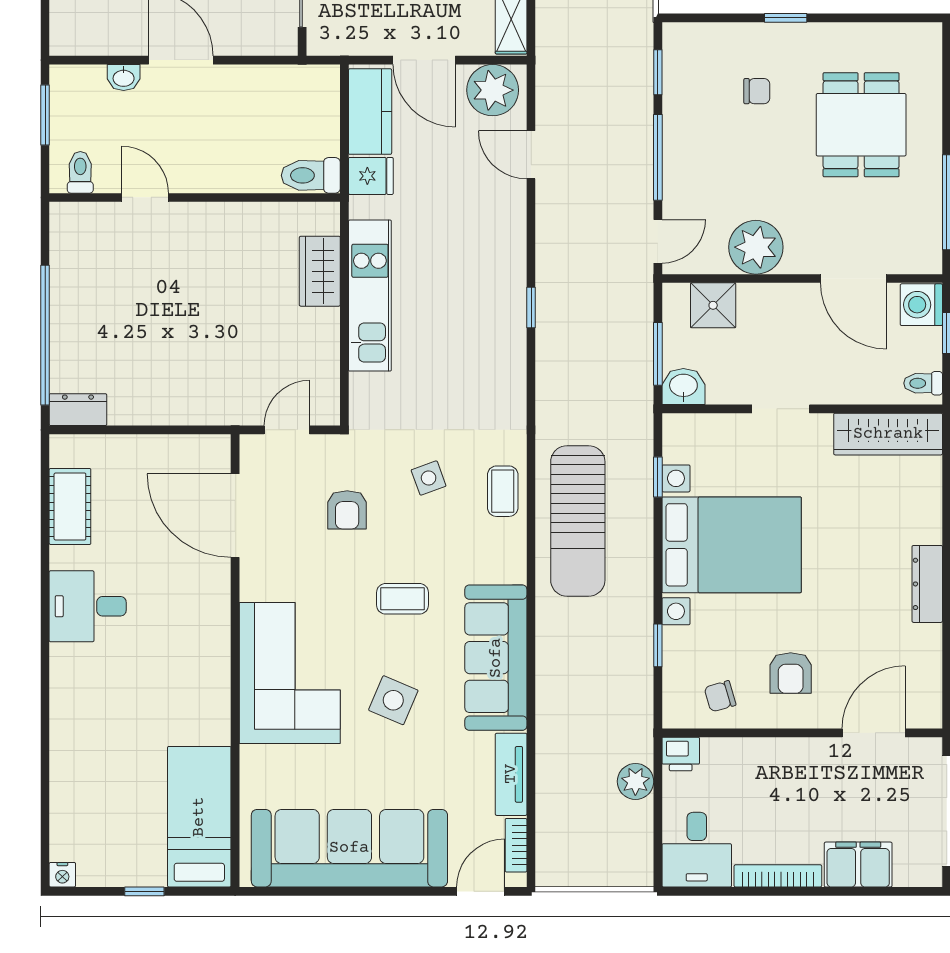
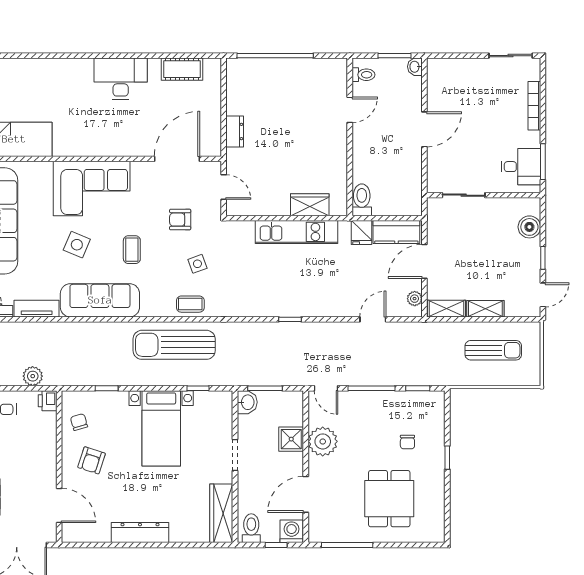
washbasin: (124, 77) -> (415, 67), moved
plant: (493, 90) -> (415, 299), width x0.53, depth x0.53
dining table: (861, 125) -> (389, 499), turned 90
shower: (713, 305) -> (291, 439), moved
toilet: (923, 383) -> (251, 528), width x1.37, depth x1.39
dresser: (78, 410) -> (235, 131), moved
bed with nightstands: (732, 545) -> (161, 428), width x0.73
dresser: (927, 584) -> (140, 533), width x1.37, depth x1.24
desk: (88, 606) -> (121, 79), width x1.37
armchair: (791, 673) -> (92, 460), turned -72

